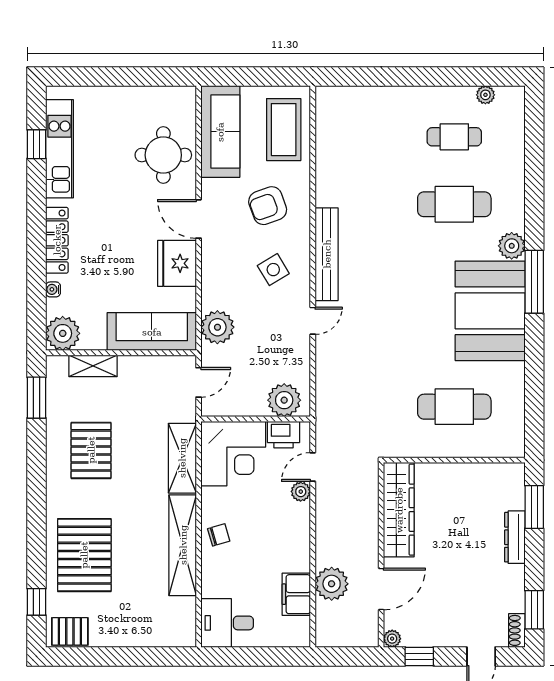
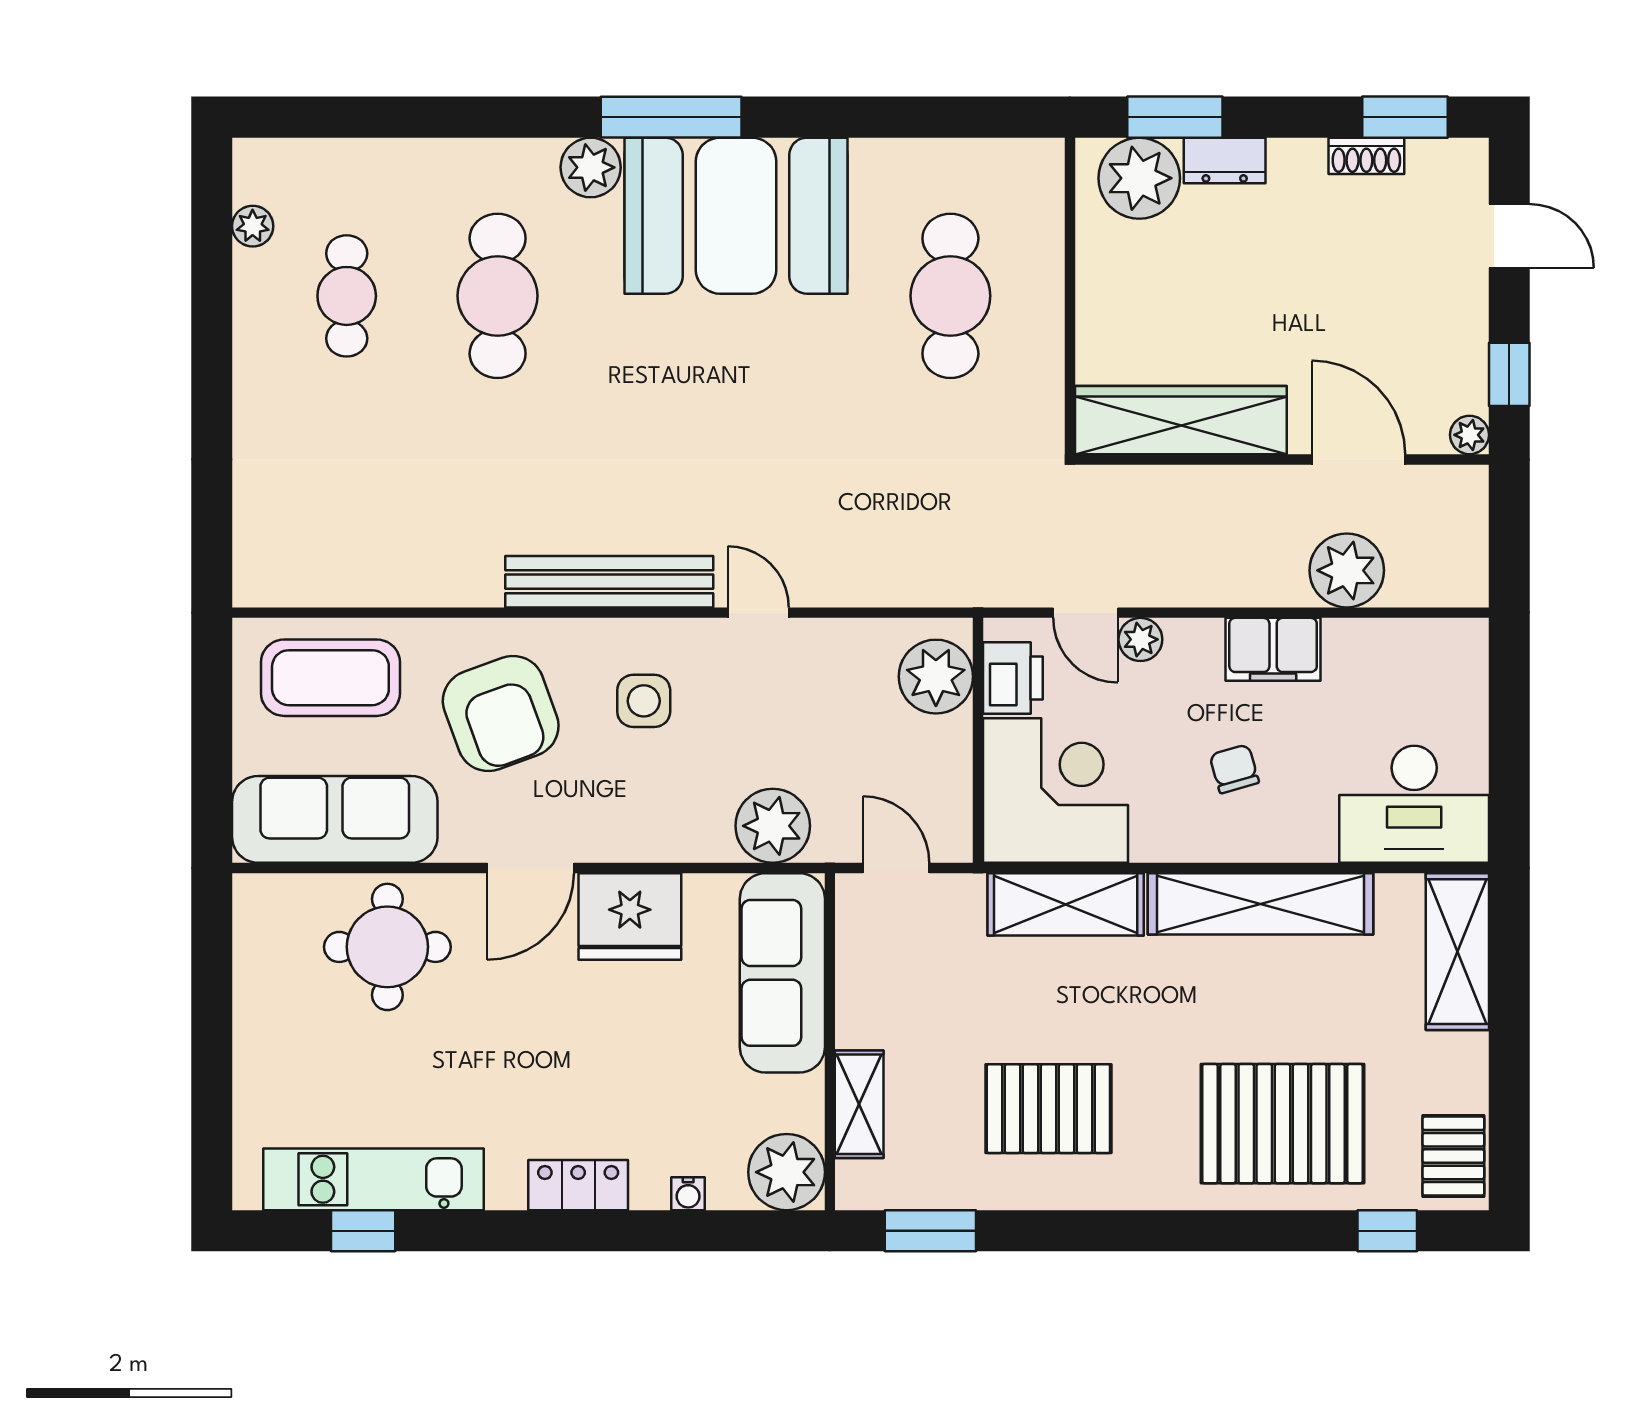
armchair: (268, 206) -> (501, 713), width x1.36, depth x1.36
locker: (57, 240) -> (578, 1185), width x0.66
side table: (273, 270) -> (644, 701), turned 31
plant: (507, 491) -> (1139, 178), added
chair: (219, 535) -> (1234, 769), moved
dresser: (515, 537) -> (1225, 161), width x0.70
filing cabinet: (296, 594) -> (1273, 649), moved
desk: (227, 623) -> (1414, 804), width x1.37
shoe rack: (517, 630) -> (1366, 156), moved
shelving: (161, 633) -> (1457, 952), added

